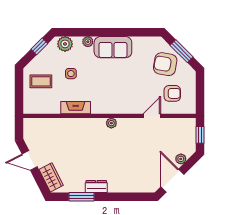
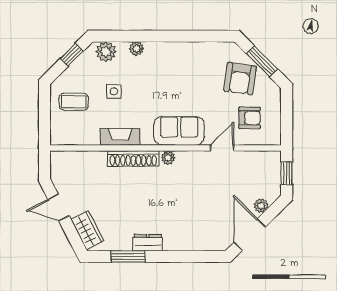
sofa: (113, 47) -> (179, 131), moved, turned 180
armchair: (165, 64) -> (240, 79), turned -92
shoe rack: (85, 124) -> (133, 159), added

